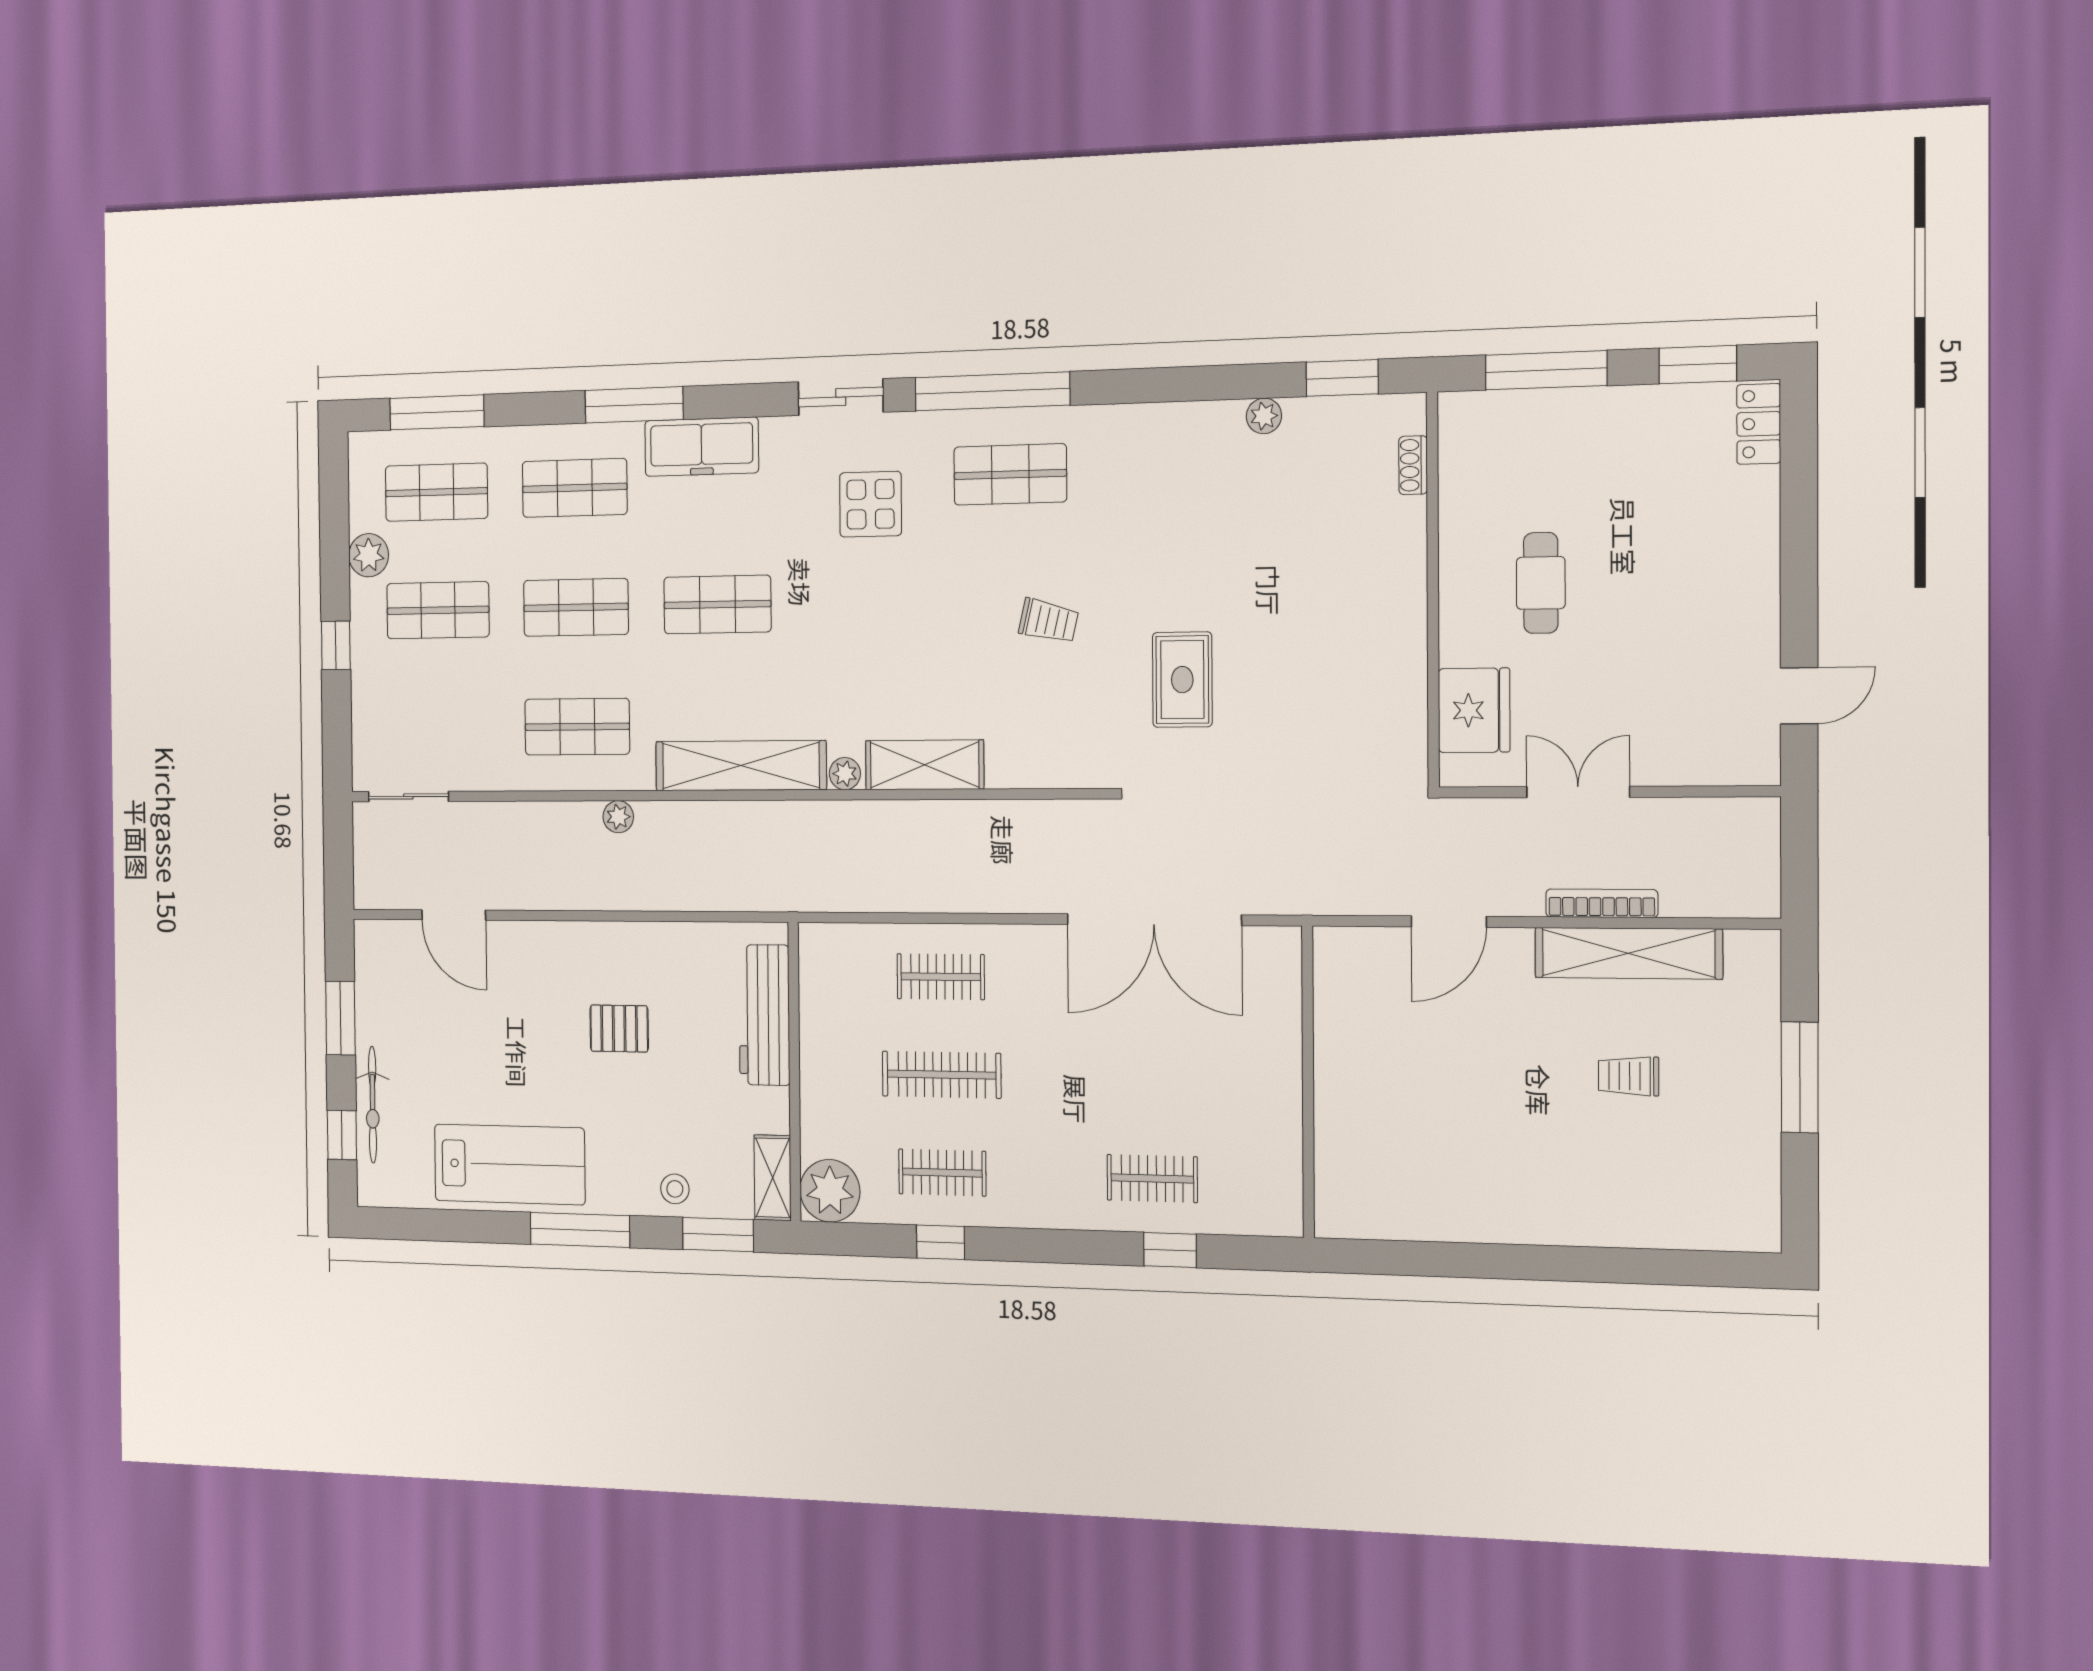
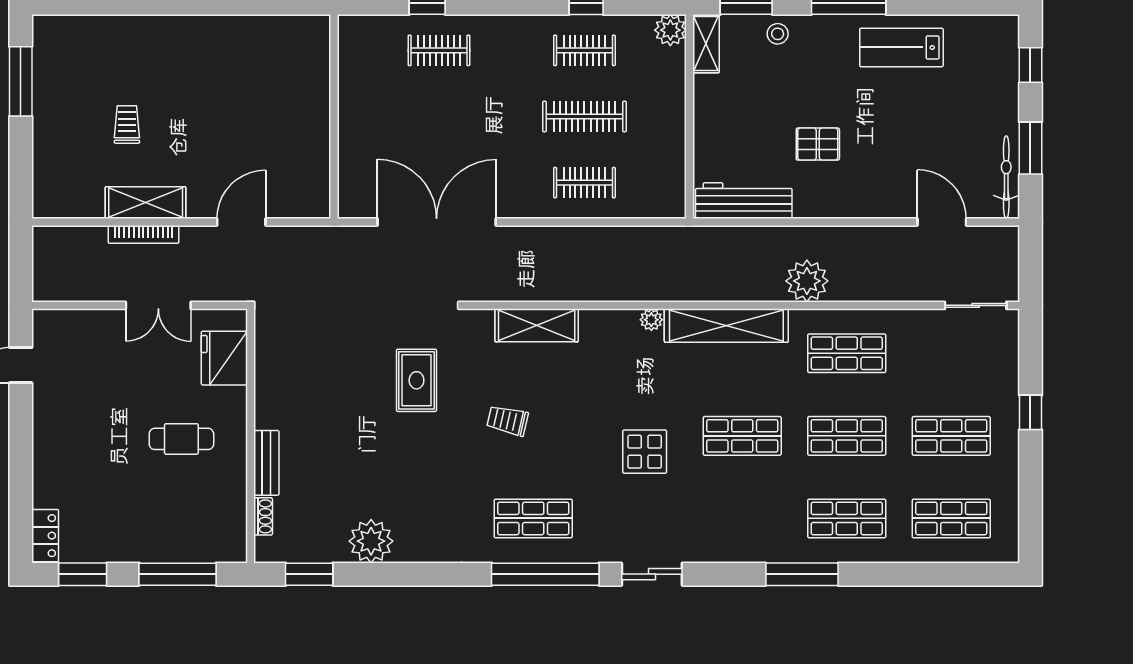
window: (437, 412) -> (950, 574), removed
plant: (1264, 416) -> (371, 541), width x1.88, depth x1.88
freezer: (702, 447) -> (753, 544), removed
display table: (871, 504) -> (645, 452), moved
bench: (1408, 548) -> (266, 463), added
plant: (369, 555) -> (1004, 476), removed
cafe table: (1541, 583) -> (181, 439), turned 90
shelving: (925, 765) -> (537, 325), moved
plant: (618, 817) -> (807, 281), width x1.87, depth x1.87
shelving: (1628, 953) -> (146, 203), width x0.68
workbench: (764, 1015) -> (744, 201), moved, turned -90
trolley: (1629, 1076) -> (127, 124), turned -90
window: (1800, 1077) -> (21, 81), moved
bicycle: (373, 1105) -> (1006, 177), moved
lab bench: (510, 1164) -> (901, 47), width x0.73, depth x0.72
plant: (830, 1191) -> (670, 30), width x0.73, depth x0.73

